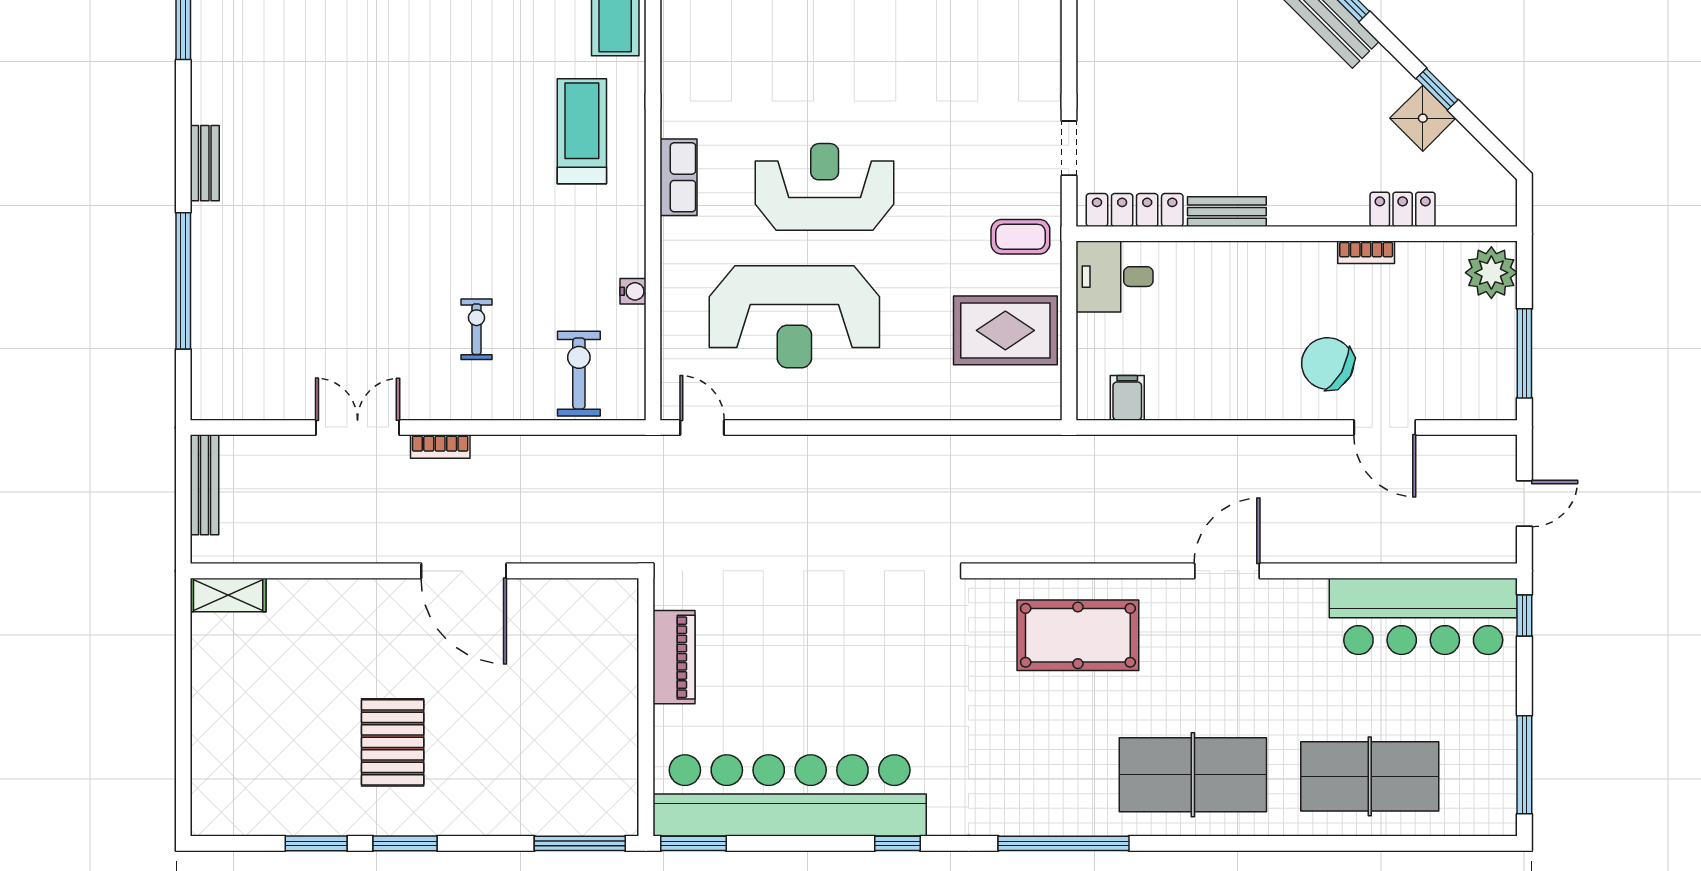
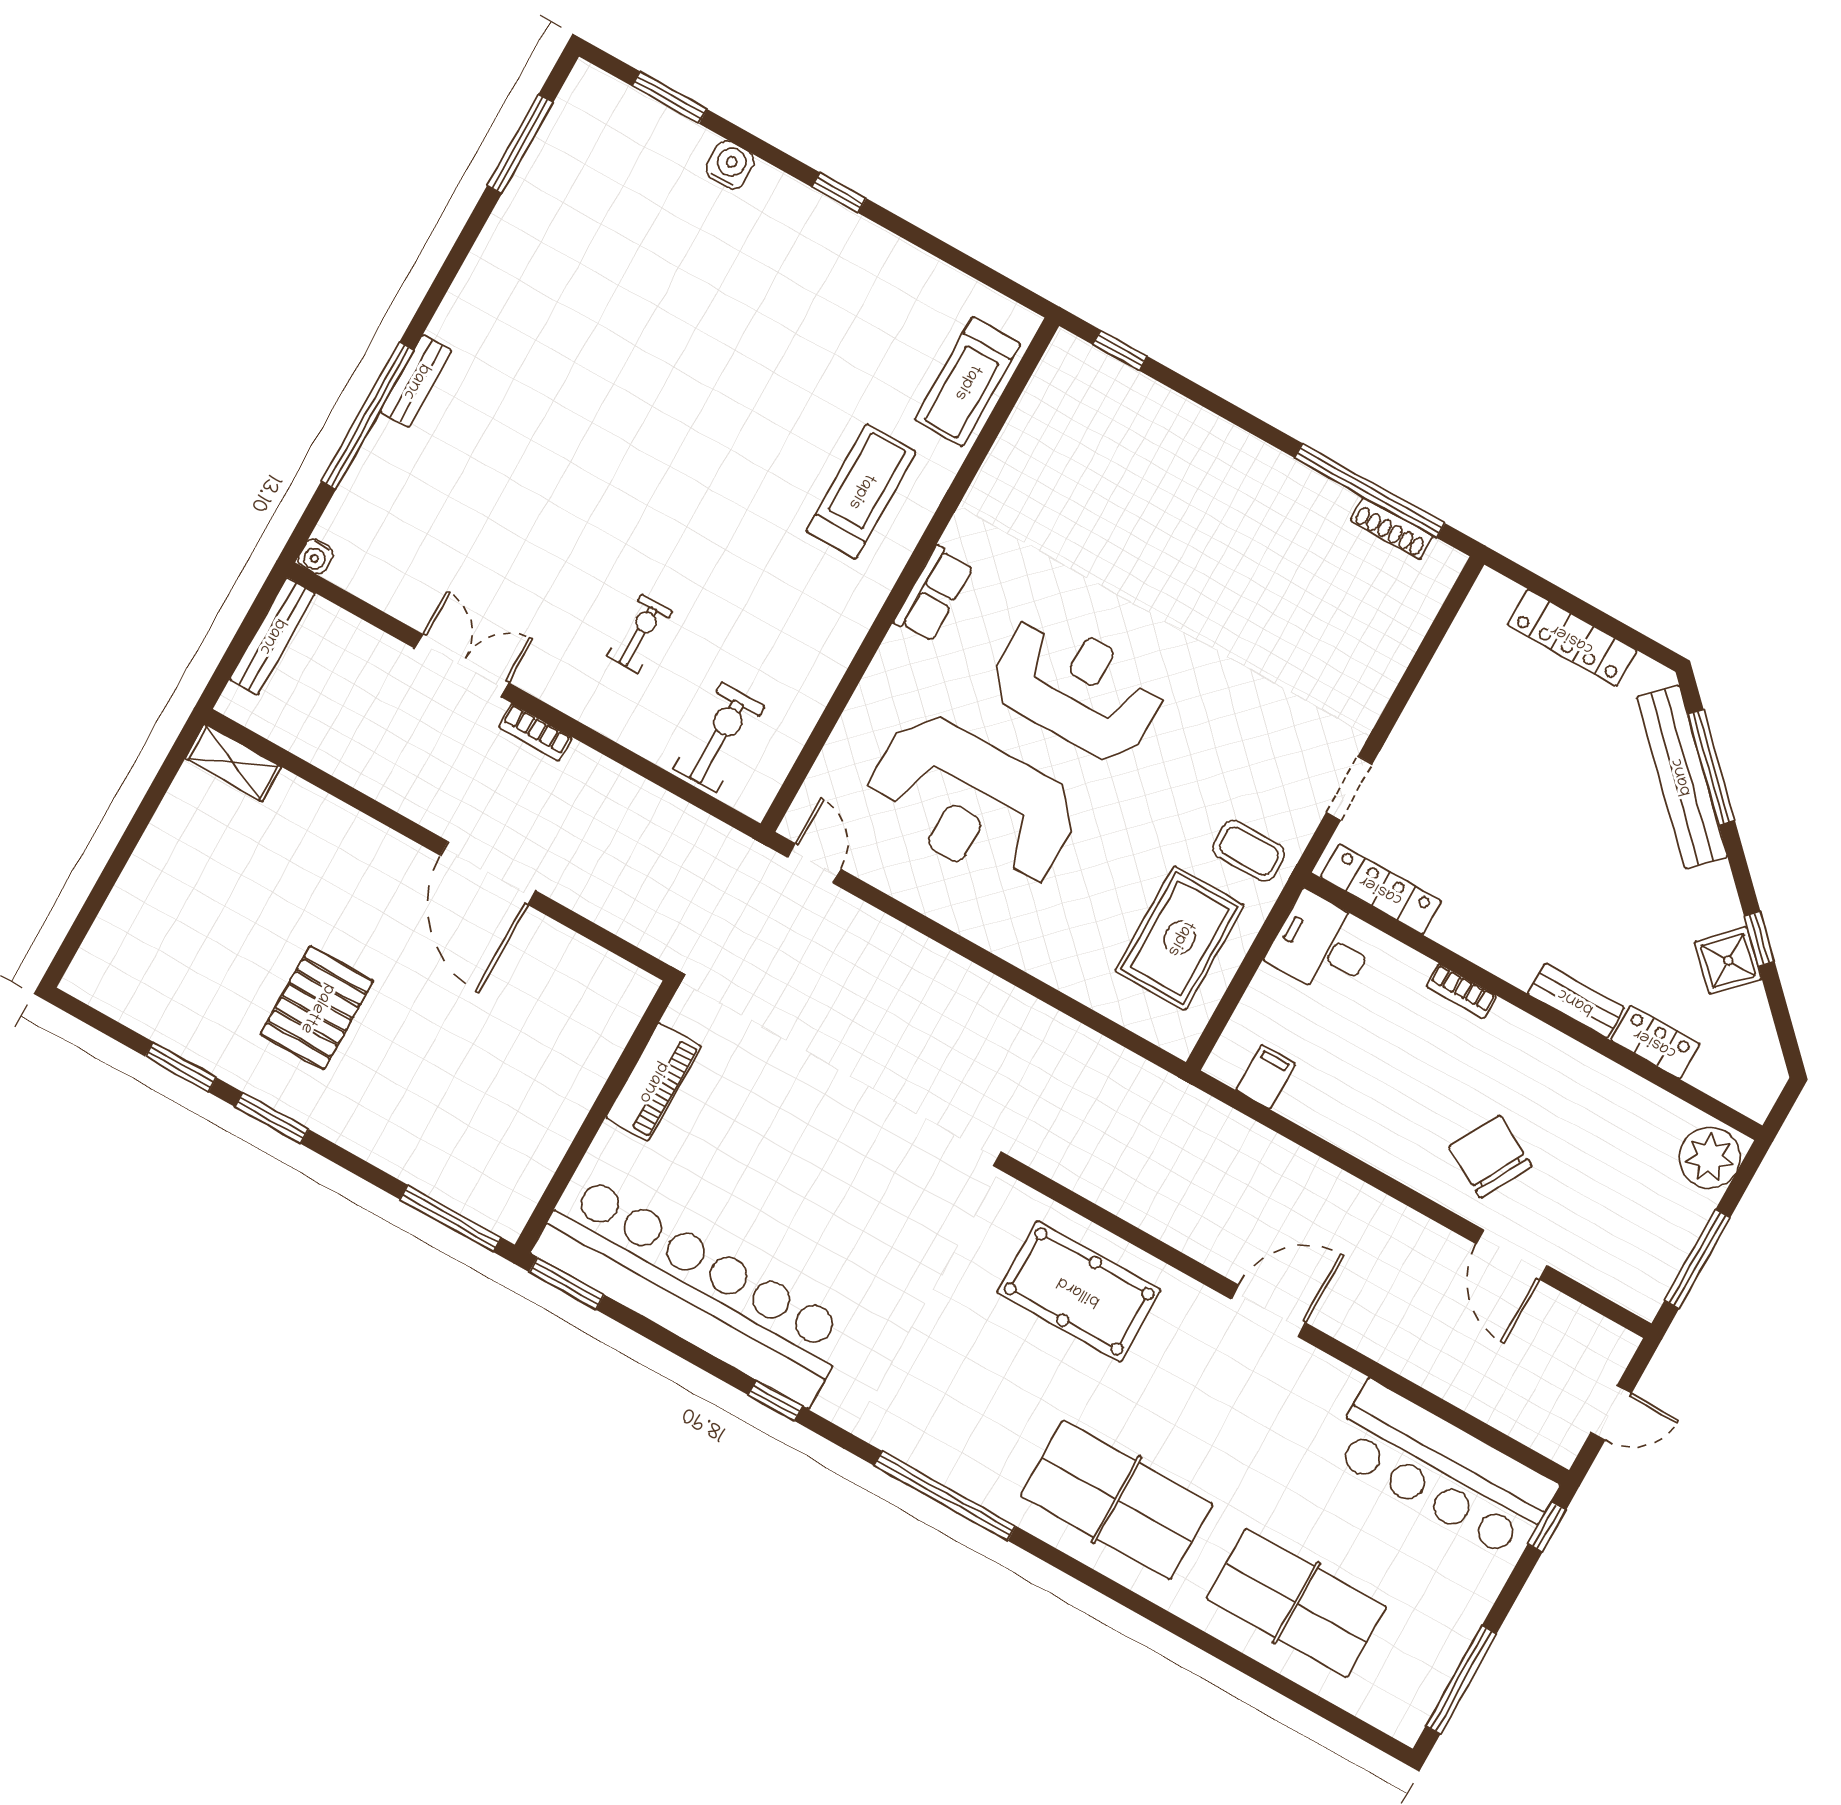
bench: (205, 163) -> (416, 381), moved
bench: (1227, 212) -> (1576, 1001), moved
bookcase: (1366, 252) -> (1461, 991), moved
water cooler: (633, 291) -> (316, 557), moved, turned 90
rug: (1005, 330) -> (1180, 938), turned 90

